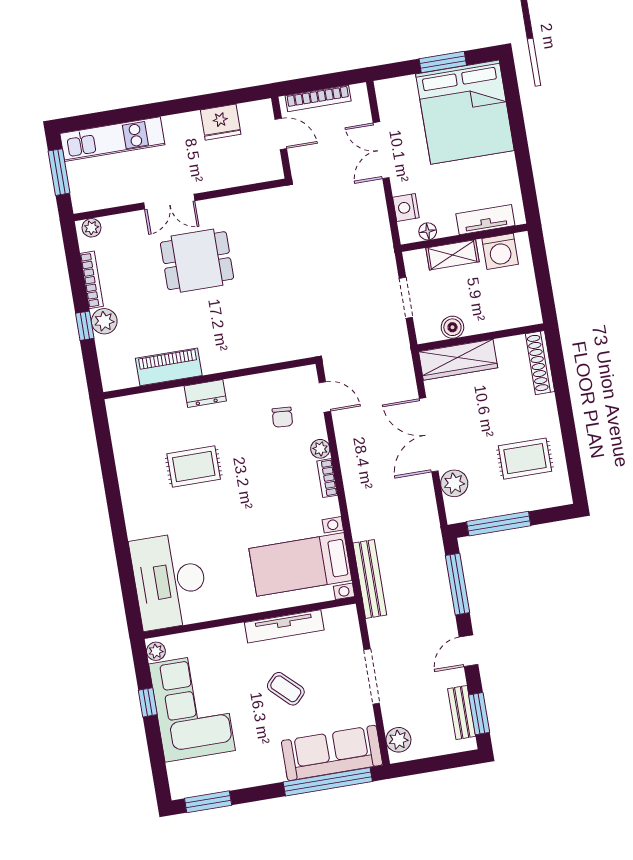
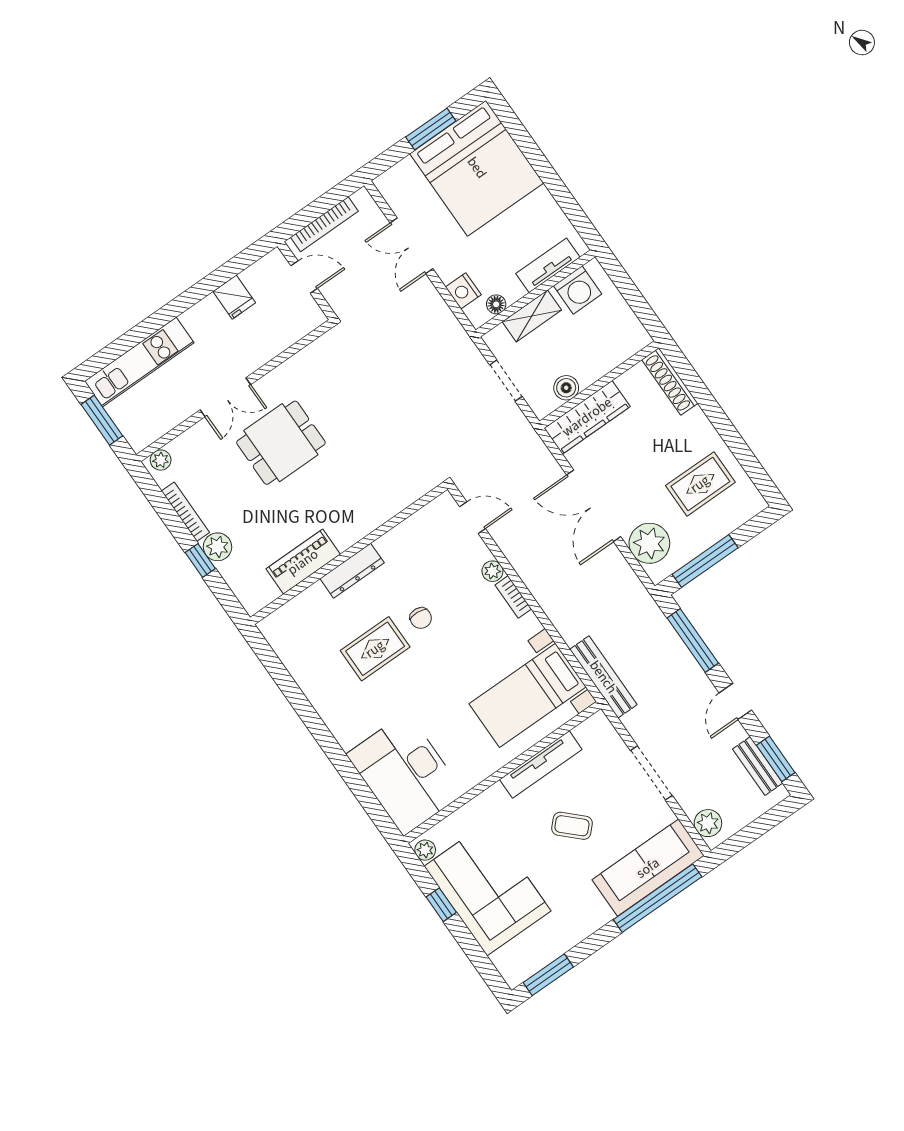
fridge: (221, 122) -> (234, 297), width x0.72
dresser: (205, 393) -> (352, 571), width x1.44
chair: (282, 417) -> (421, 618), moved
plant: (454, 483) -> (649, 543), width x1.36, depth x1.36

